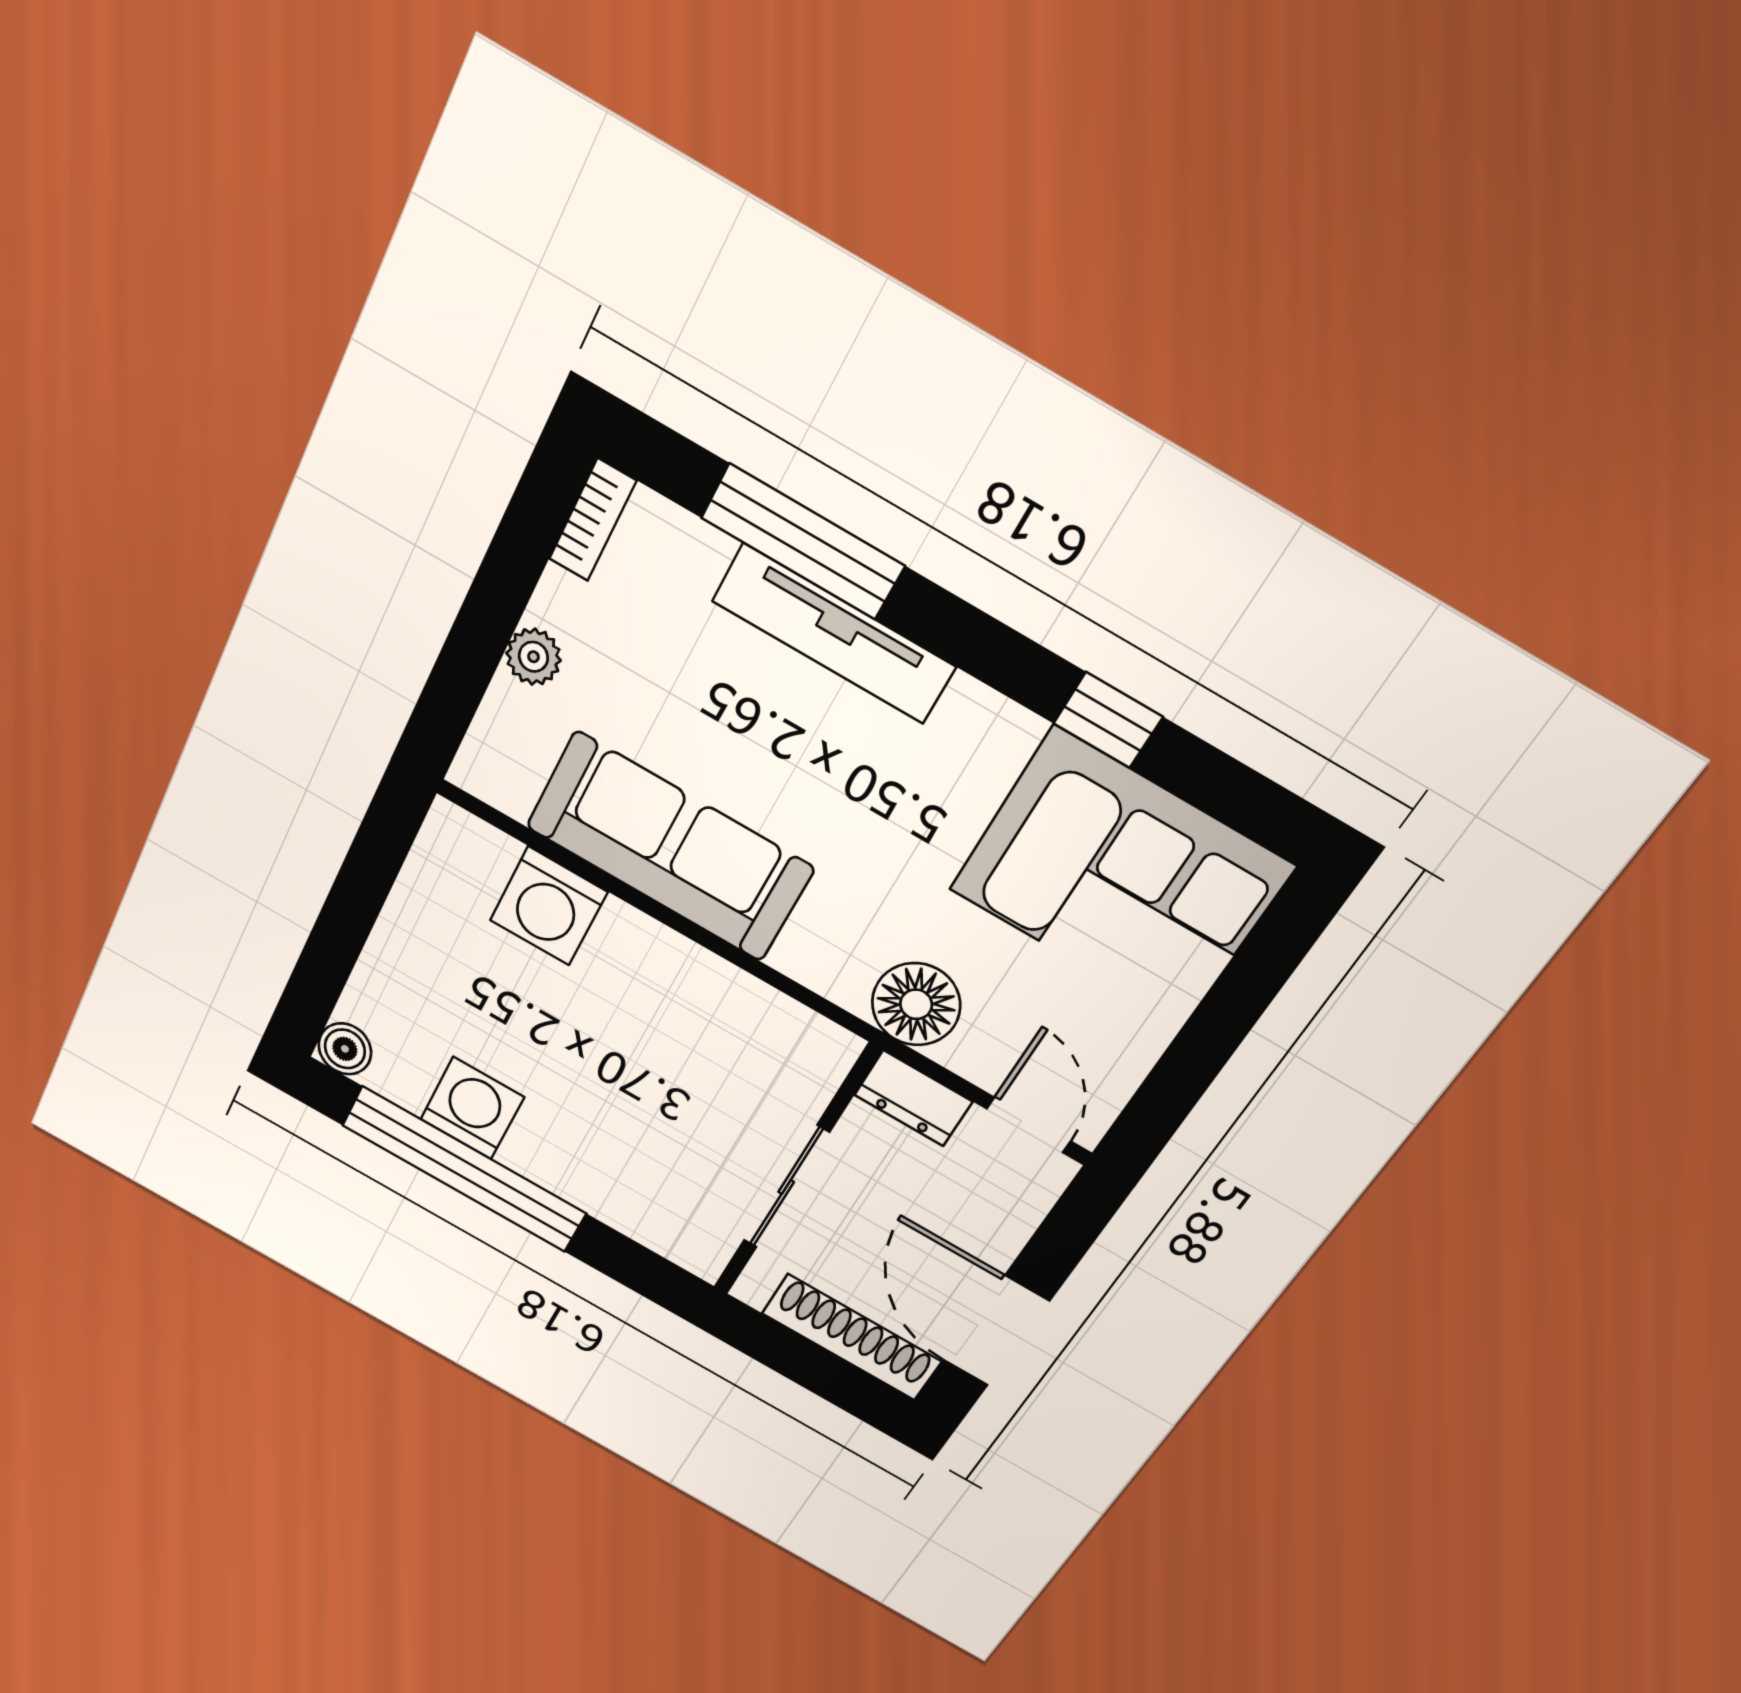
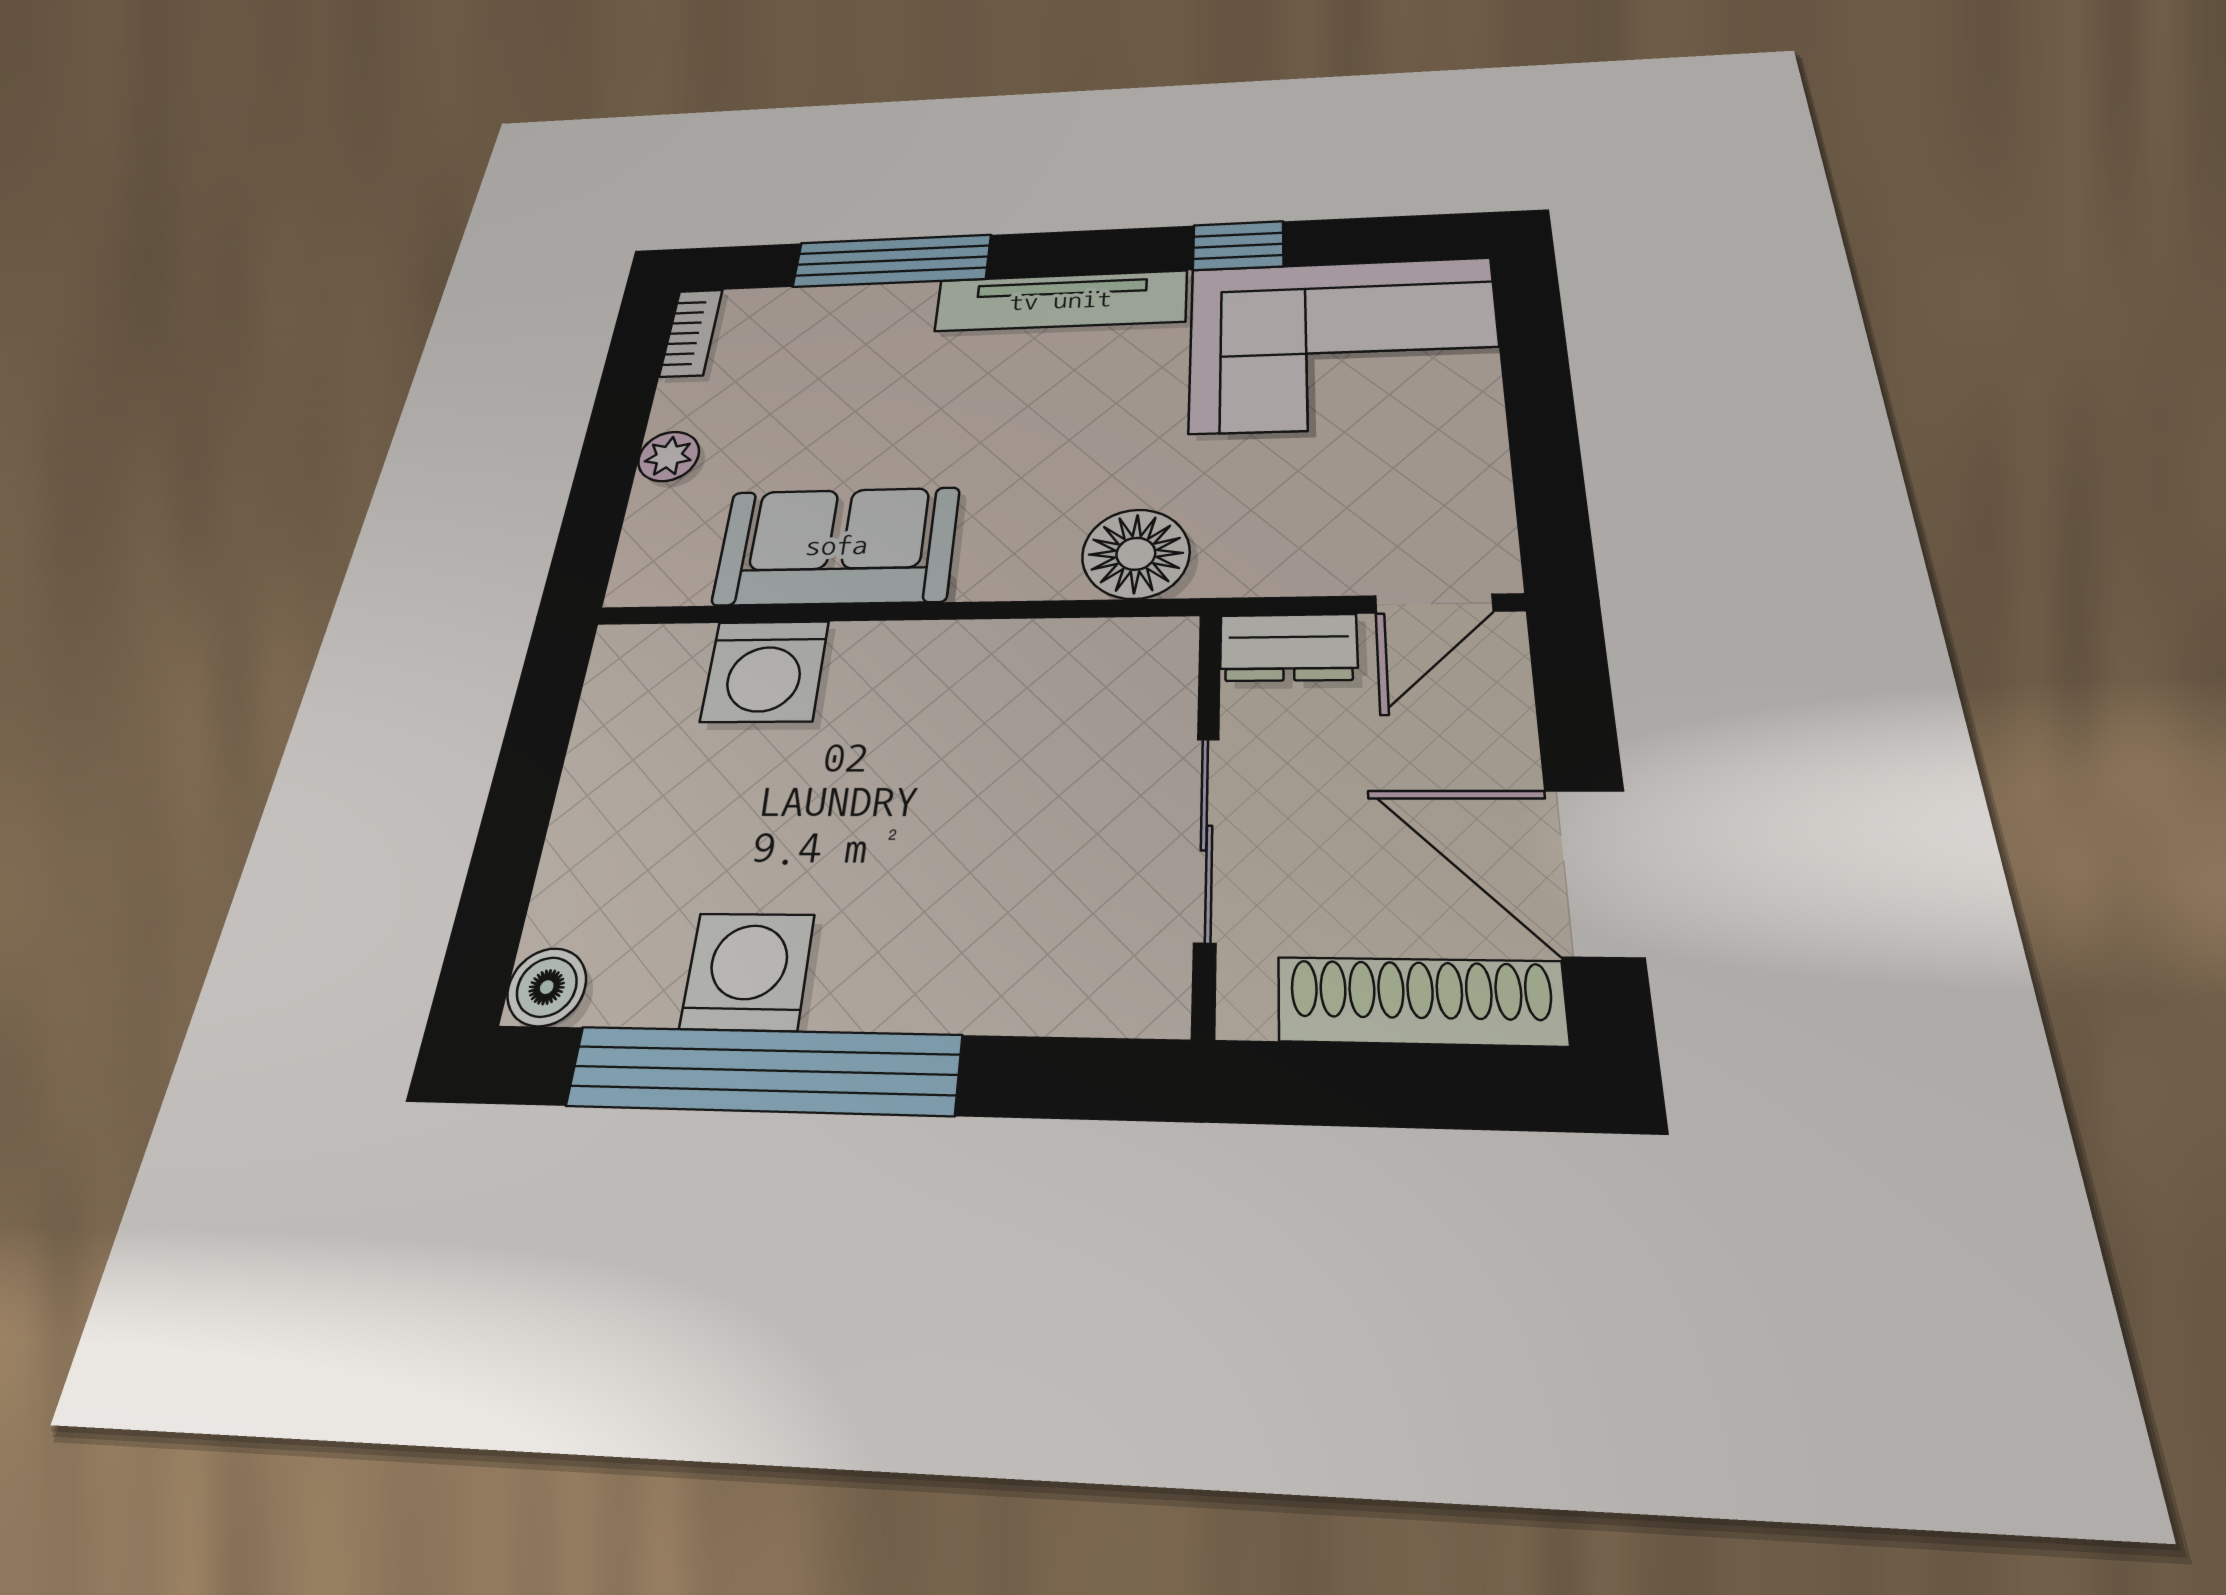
tv unit: (834, 634) -> (1061, 301), moved
sofa: (670, 847) -> (837, 546), width x0.73
floor lamp: (916, 1004) -> (1136, 554), moved
door: (1029, 1125) -> (1434, 604), swing flipped

